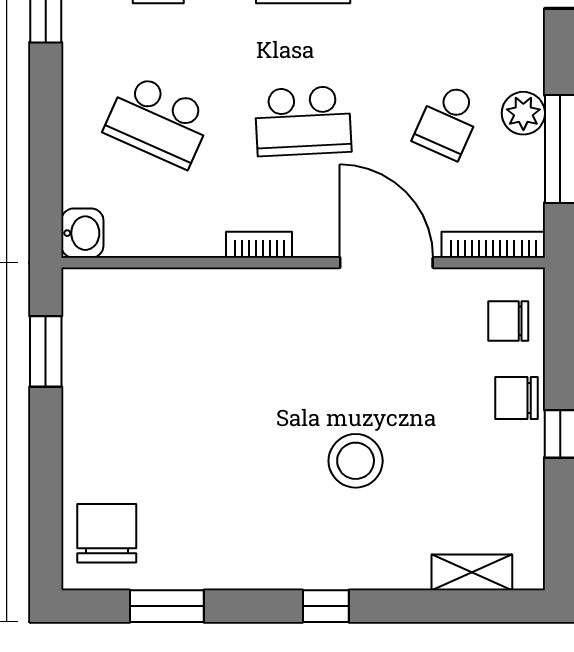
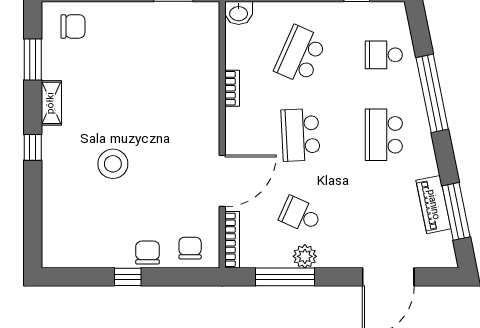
bookcase: (259, 245) -> (232, 88), moved
chair: (107, 533) -> (73, 26), width x0.73, depth x0.73
shelving: (472, 572) -> (51, 103), moved

